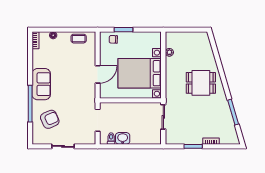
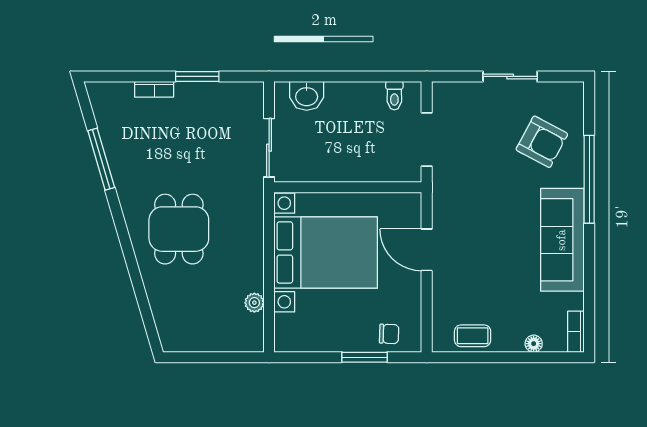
door: (98, 74) -> (427, 250), hinge flipped
dining table: (201, 83) -> (179, 229), turned 90
sofa: (41, 84) -> (562, 240), width x1.36
armchair: (50, 119) -> (542, 142), turned -128
washbasin: (123, 138) -> (307, 96), moved

